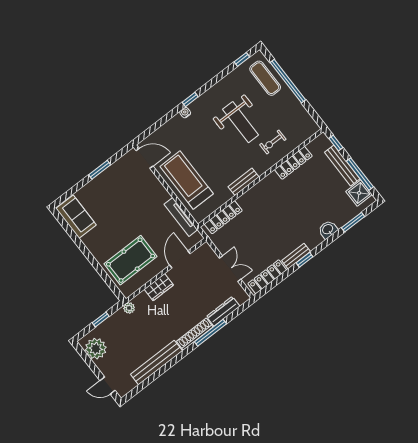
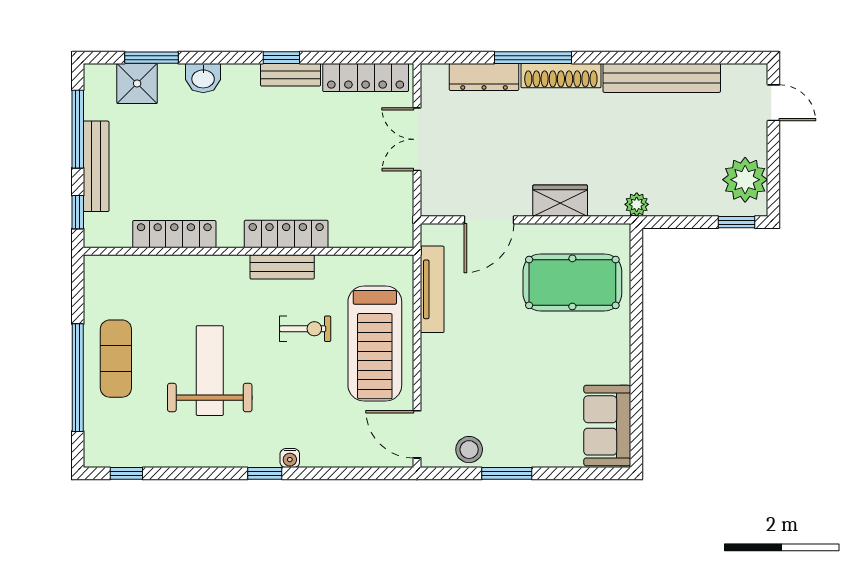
exercise mat: (265, 78) -> (116, 359), moved
exercise bike: (273, 142) -> (305, 329), moved
stool: (121, 168) -> (469, 450), added
shower: (359, 193) -> (137, 83), moved
locker: (223, 217) -> (286, 234), moved
window: (101, 319) -> (737, 222), moved

